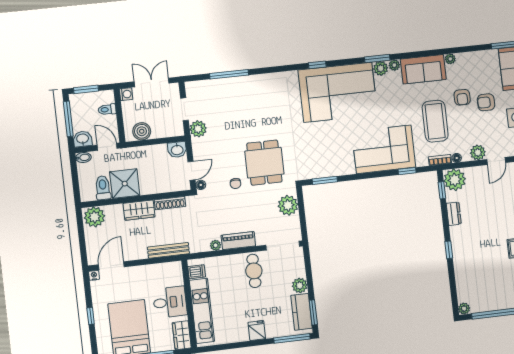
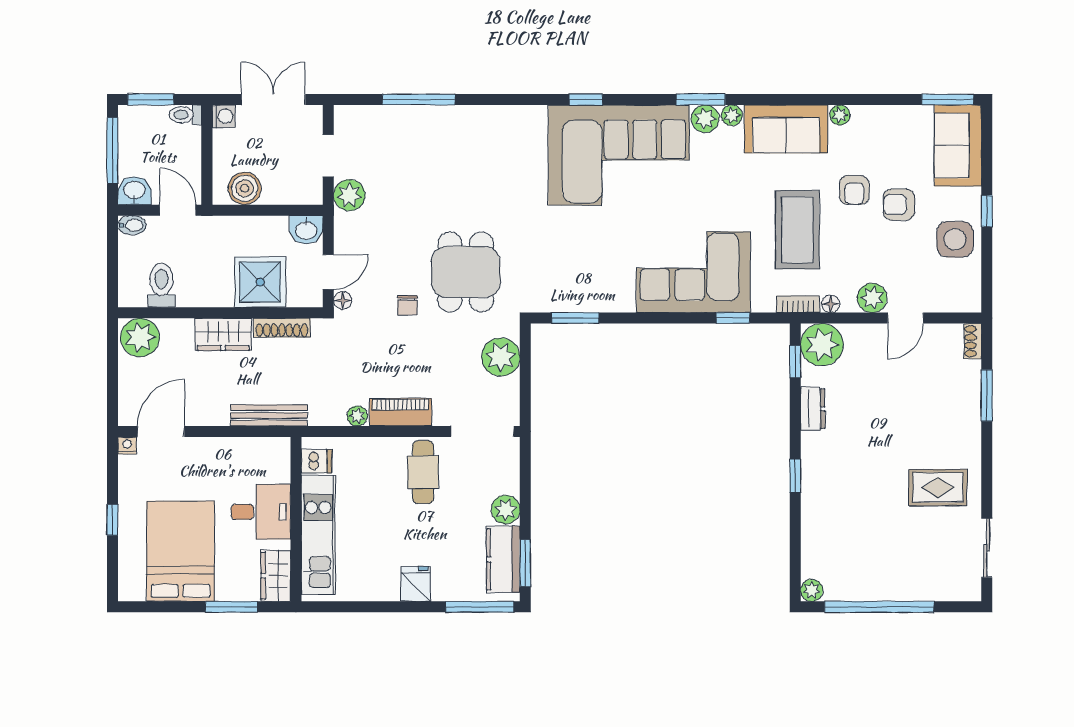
toilet: (107, 109) -> (185, 115), moved
shower: (125, 184) -> (260, 282), moved

